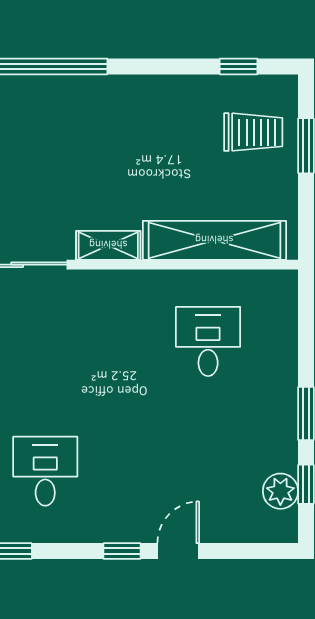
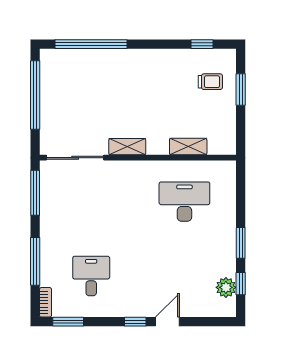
trolley: (253, 132) -> (210, 82), width x0.73, depth x0.72
shelving: (214, 240) -> (188, 147), width x0.45, depth x0.75
desk: (208, 341) -> (184, 202), width x1.37

